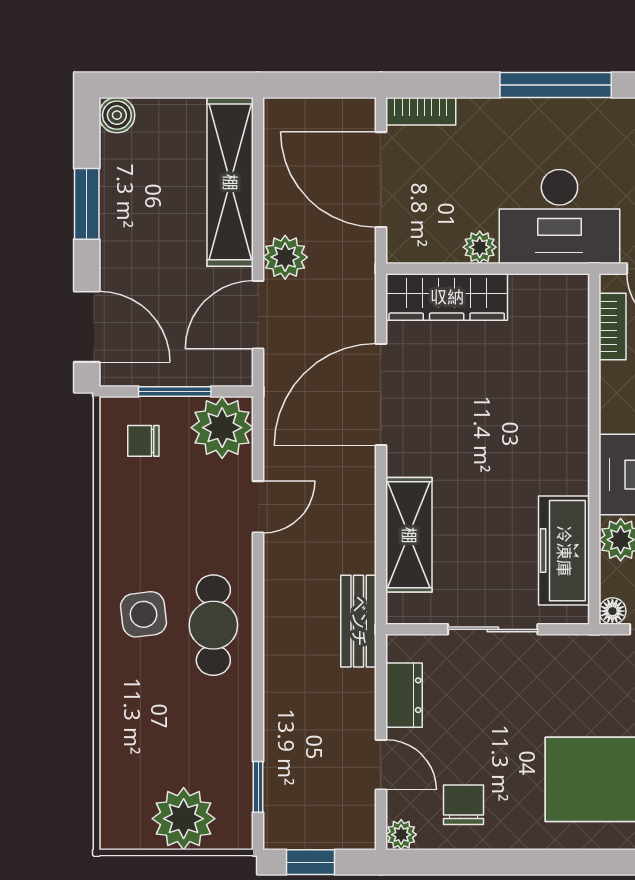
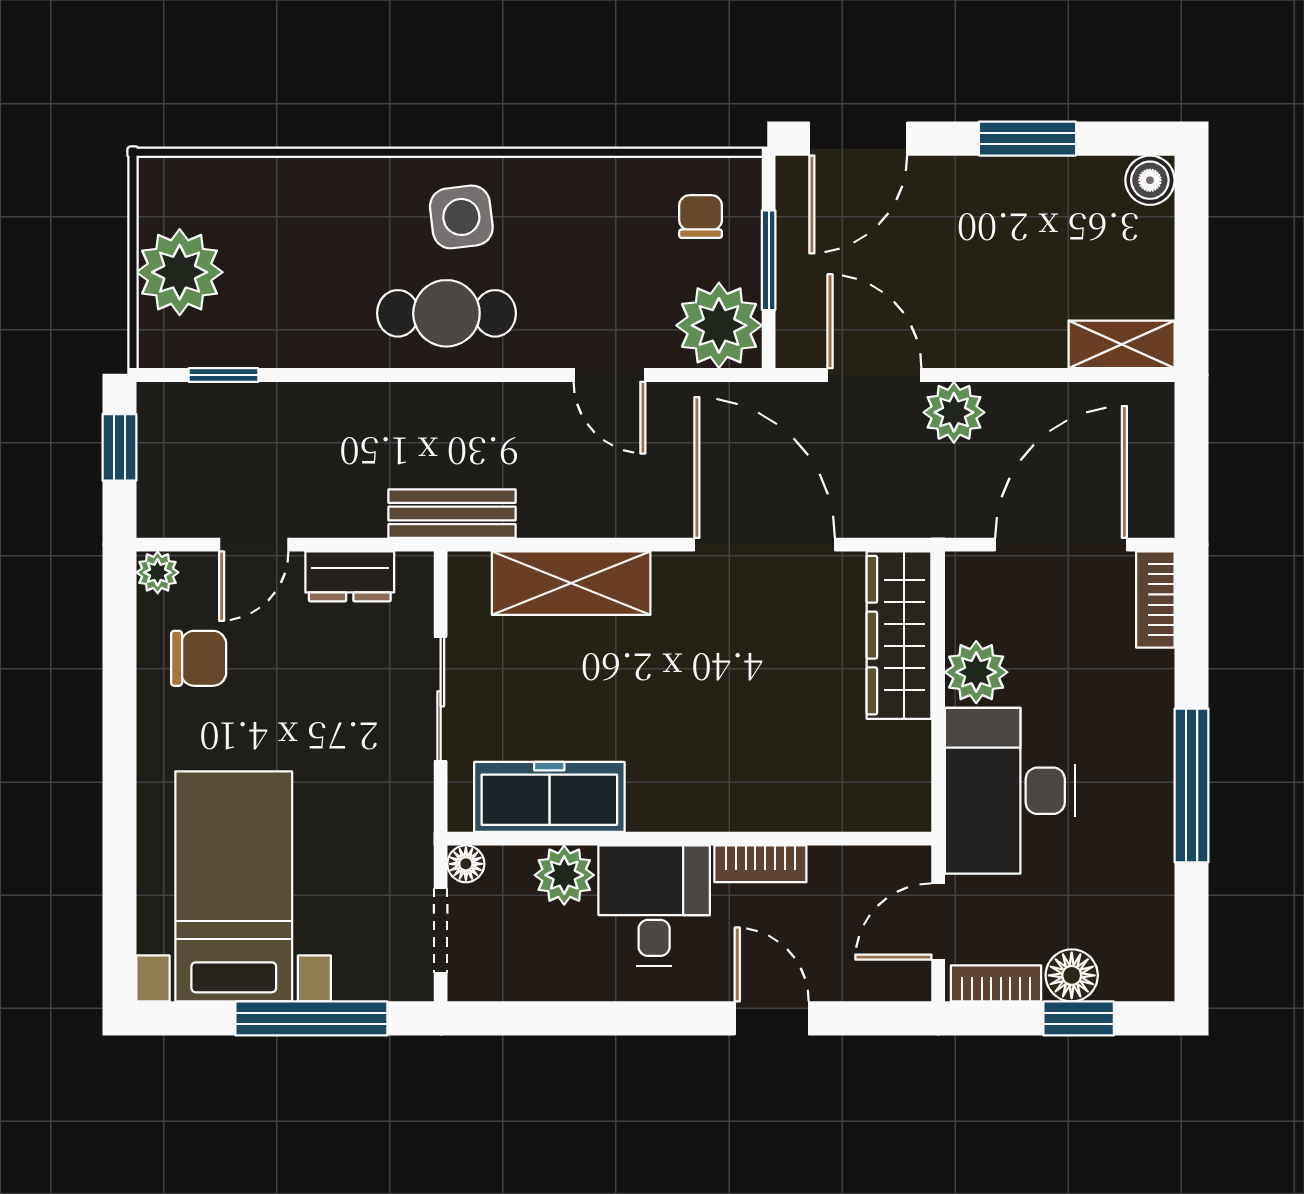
shelving: (230, 182) -> (1122, 344), width x0.45, depth x0.75
plant: (480, 247) -> (976, 672), width x1.38, depth x1.38
bookcase: (612, 326) -> (760, 864), moved

